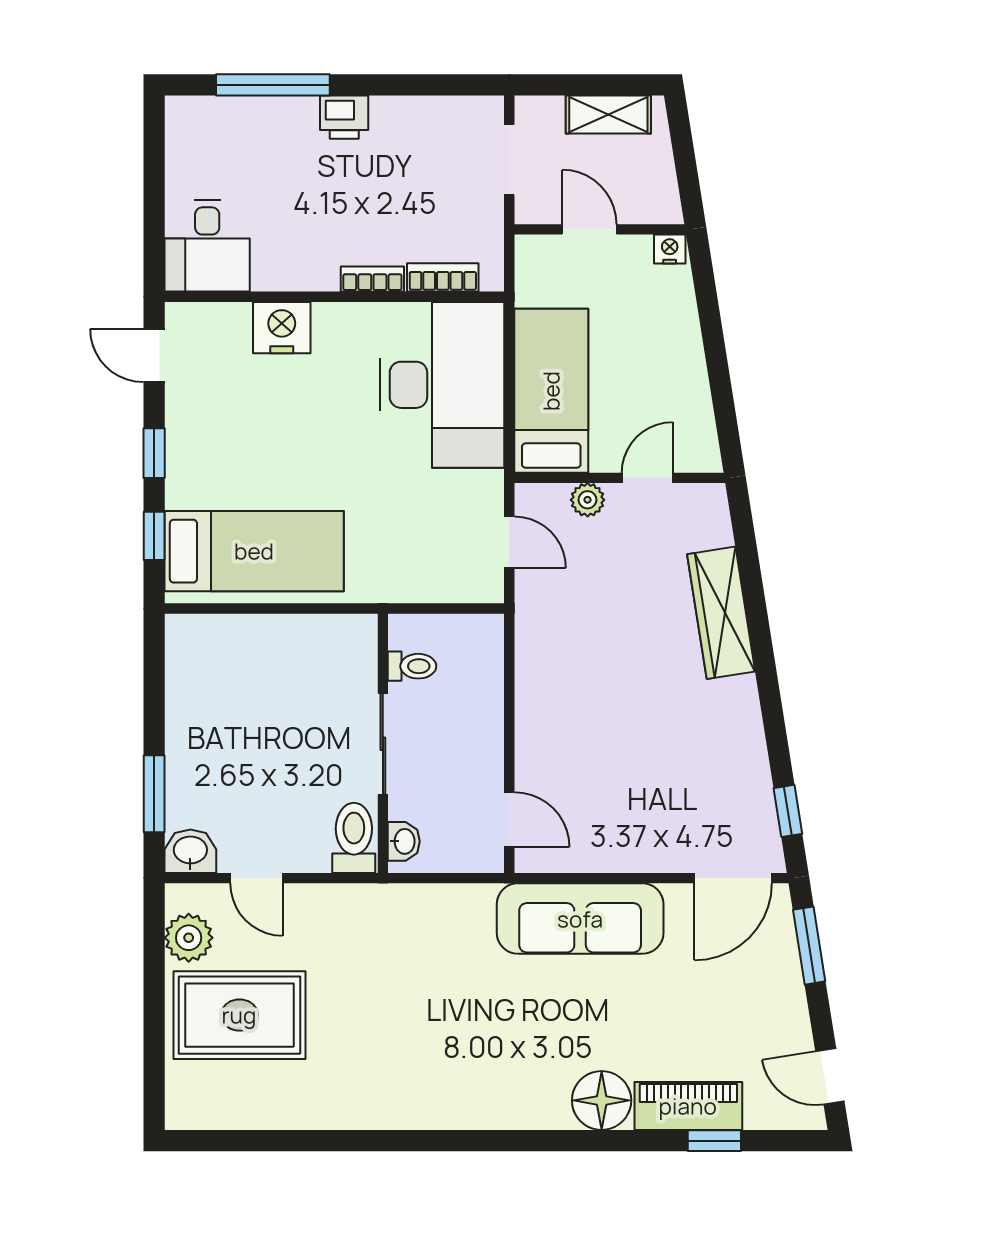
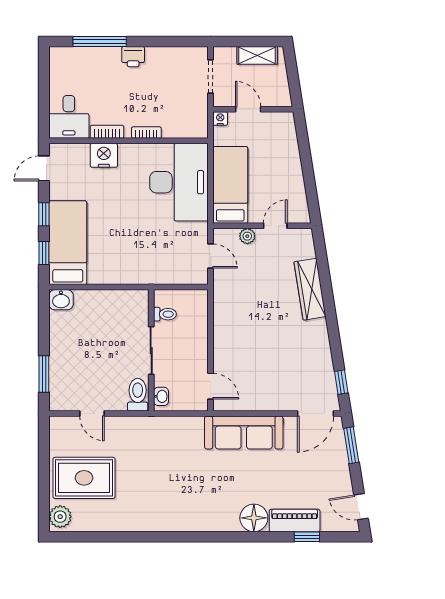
nightstand: (670, 249) -> (220, 118), moved
bookcase: (443, 277) -> (107, 132), moved
door: (154, 356) -> (44, 168), hinge flipped
bed: (254, 551) -> (68, 243), moved, turned -90
washbasin: (190, 851) -> (61, 300), moved, turned 180
plant: (189, 938) -> (60, 517), moved

